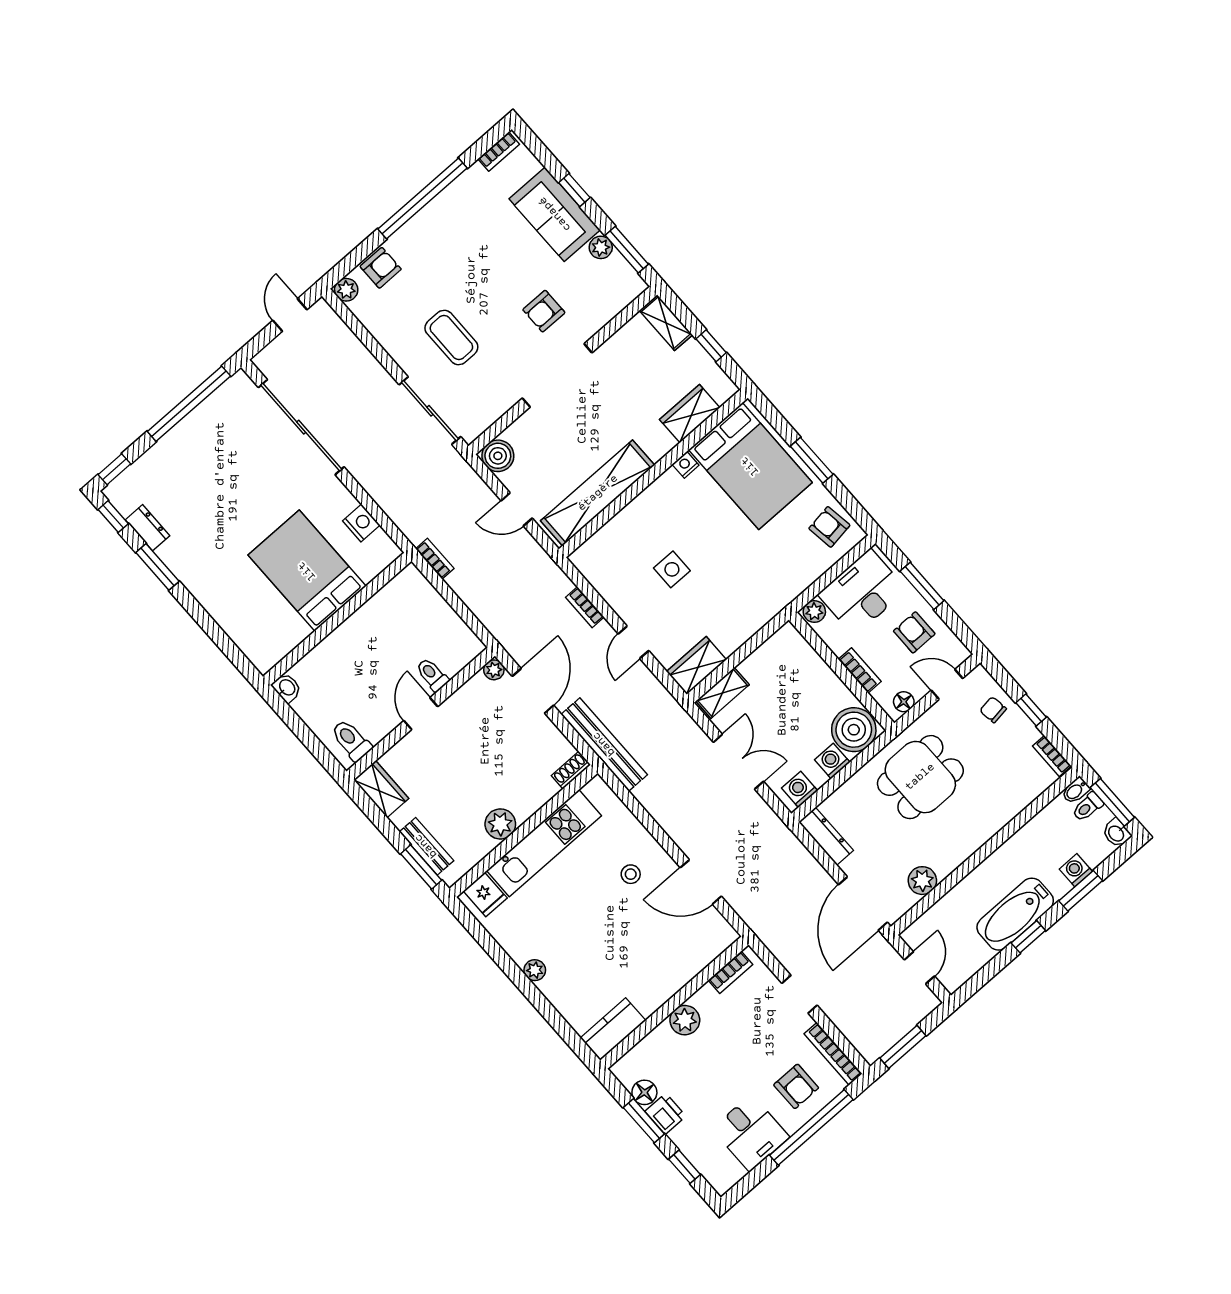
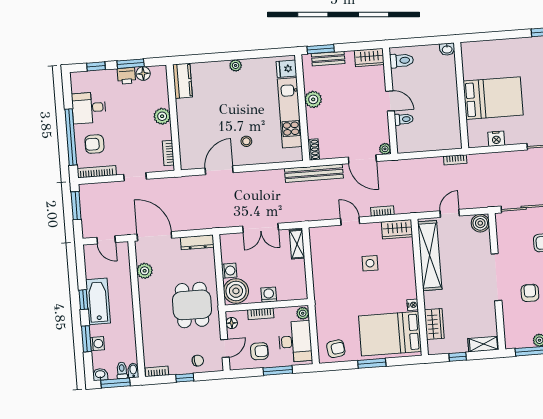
wardrobe: (696, 666) -> (397, 229), moved, turned 90
washing machine: (800, 789) -> (269, 295), moved, turned -90

